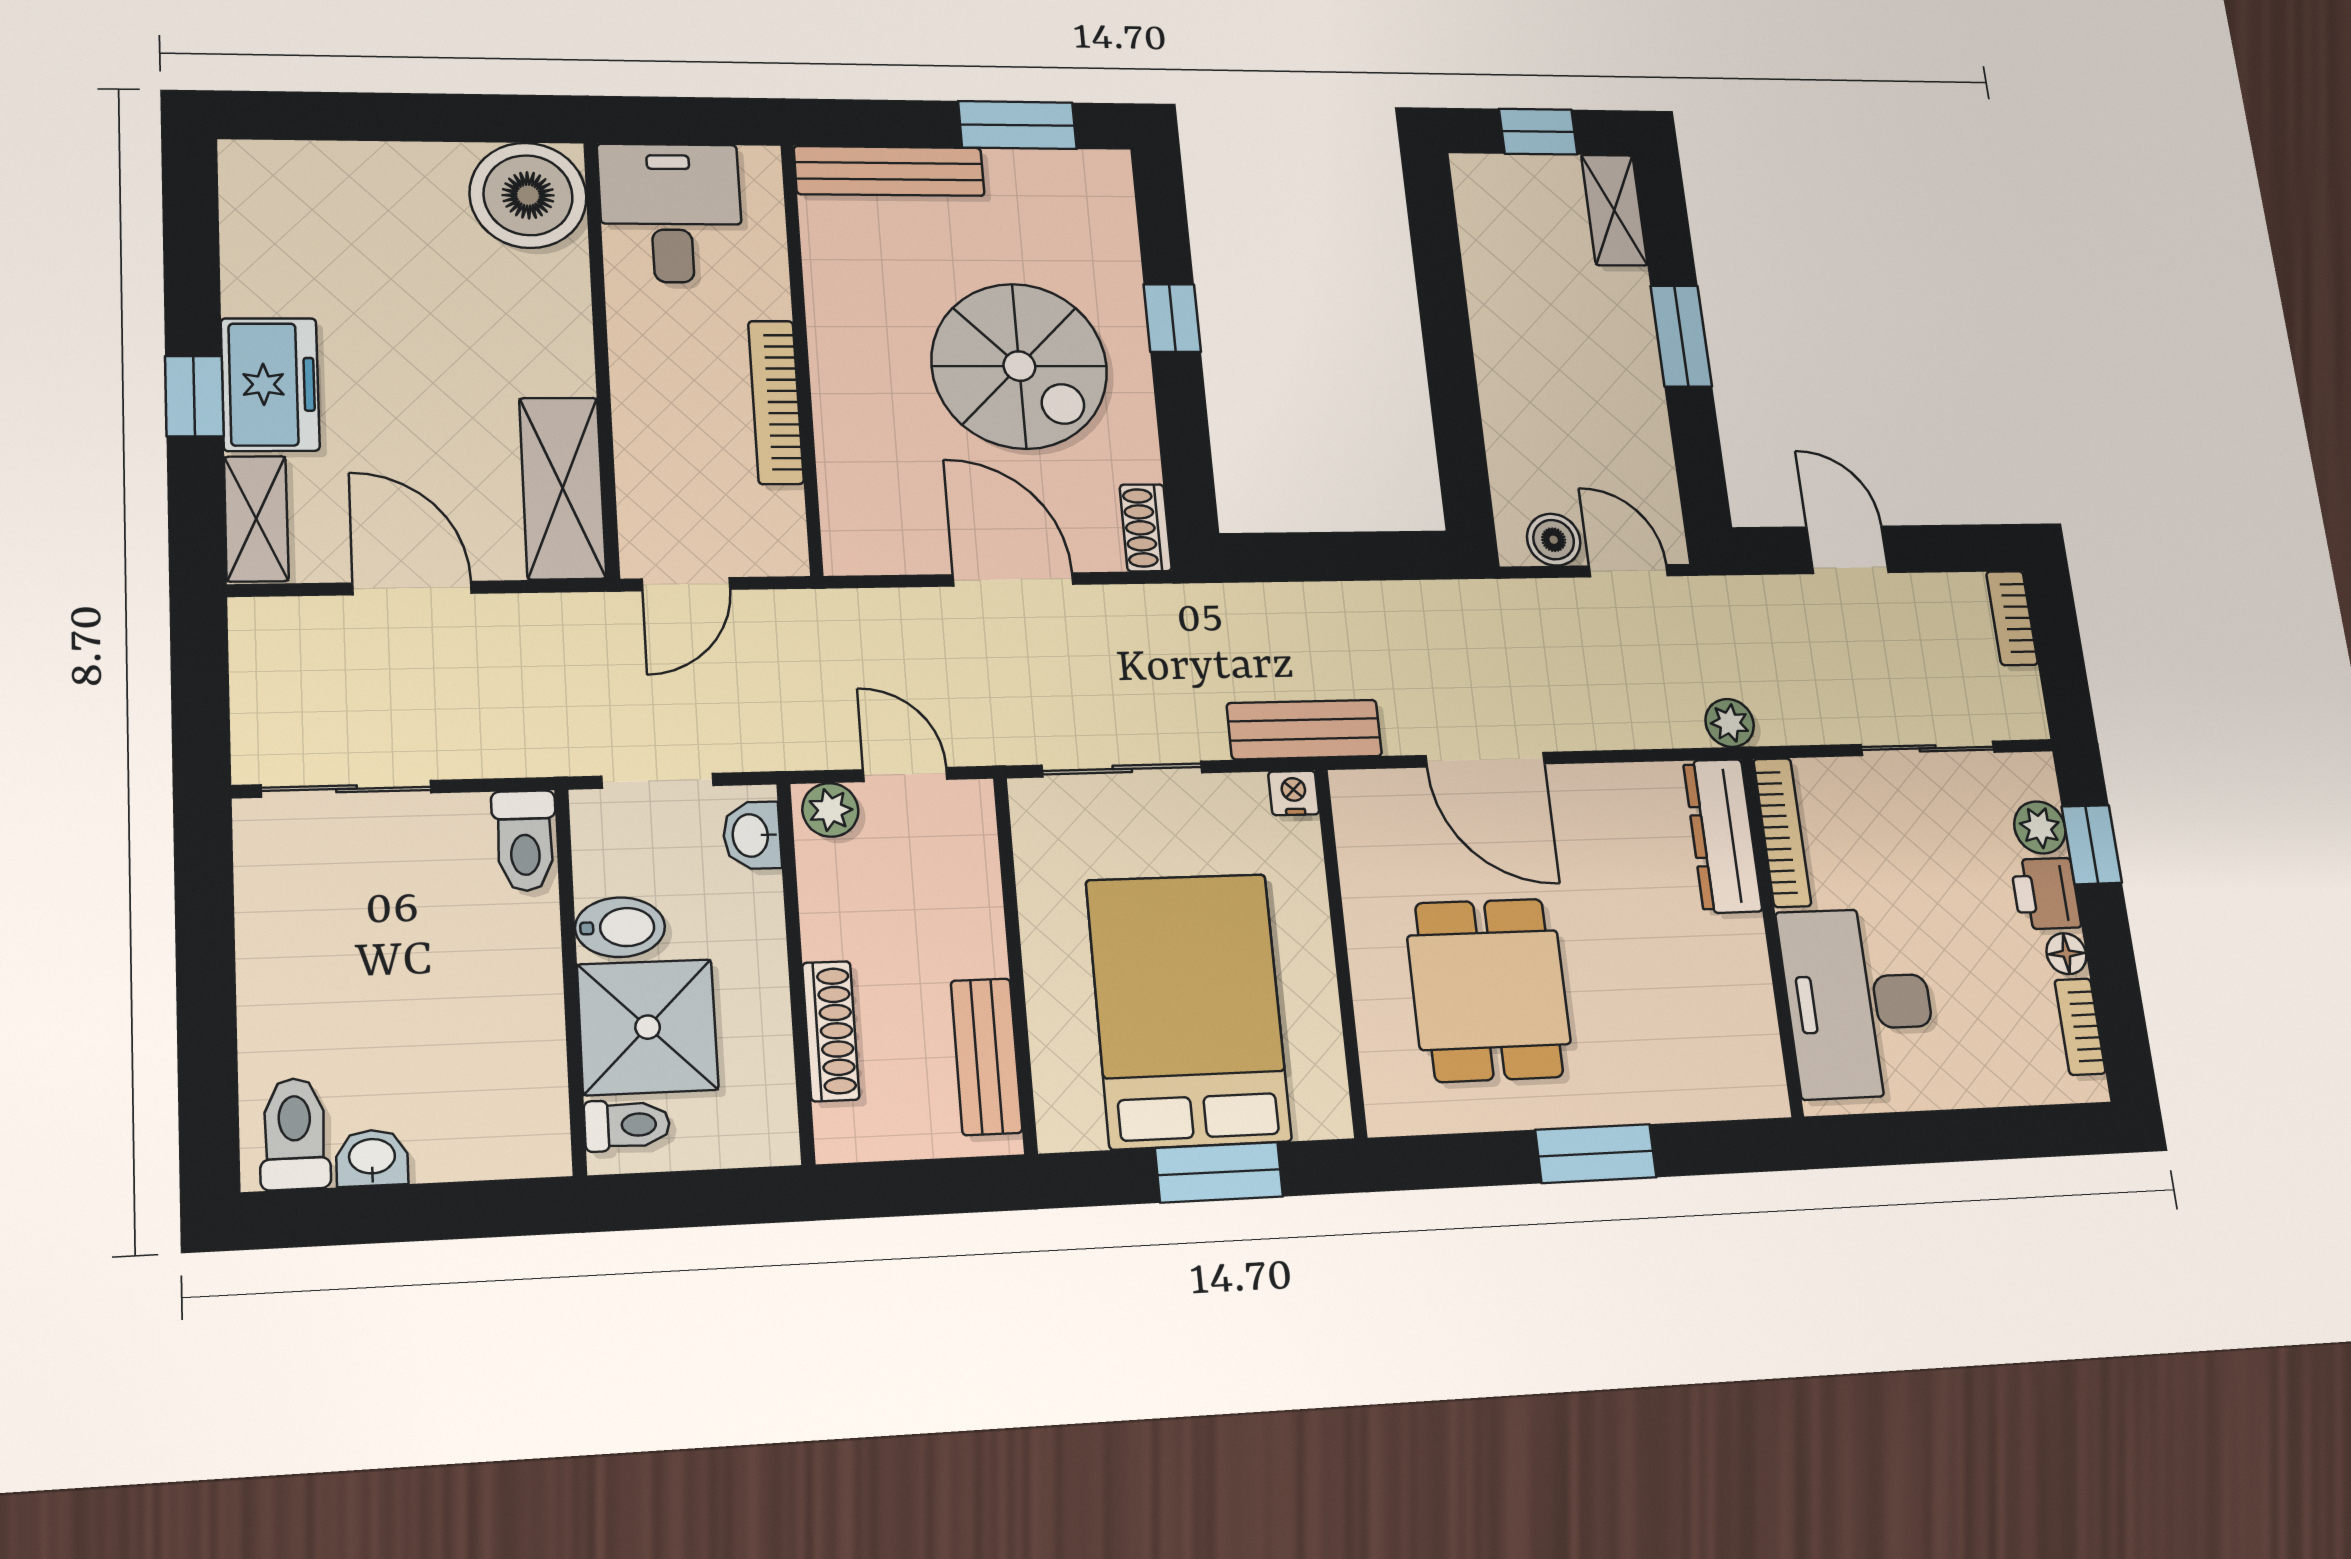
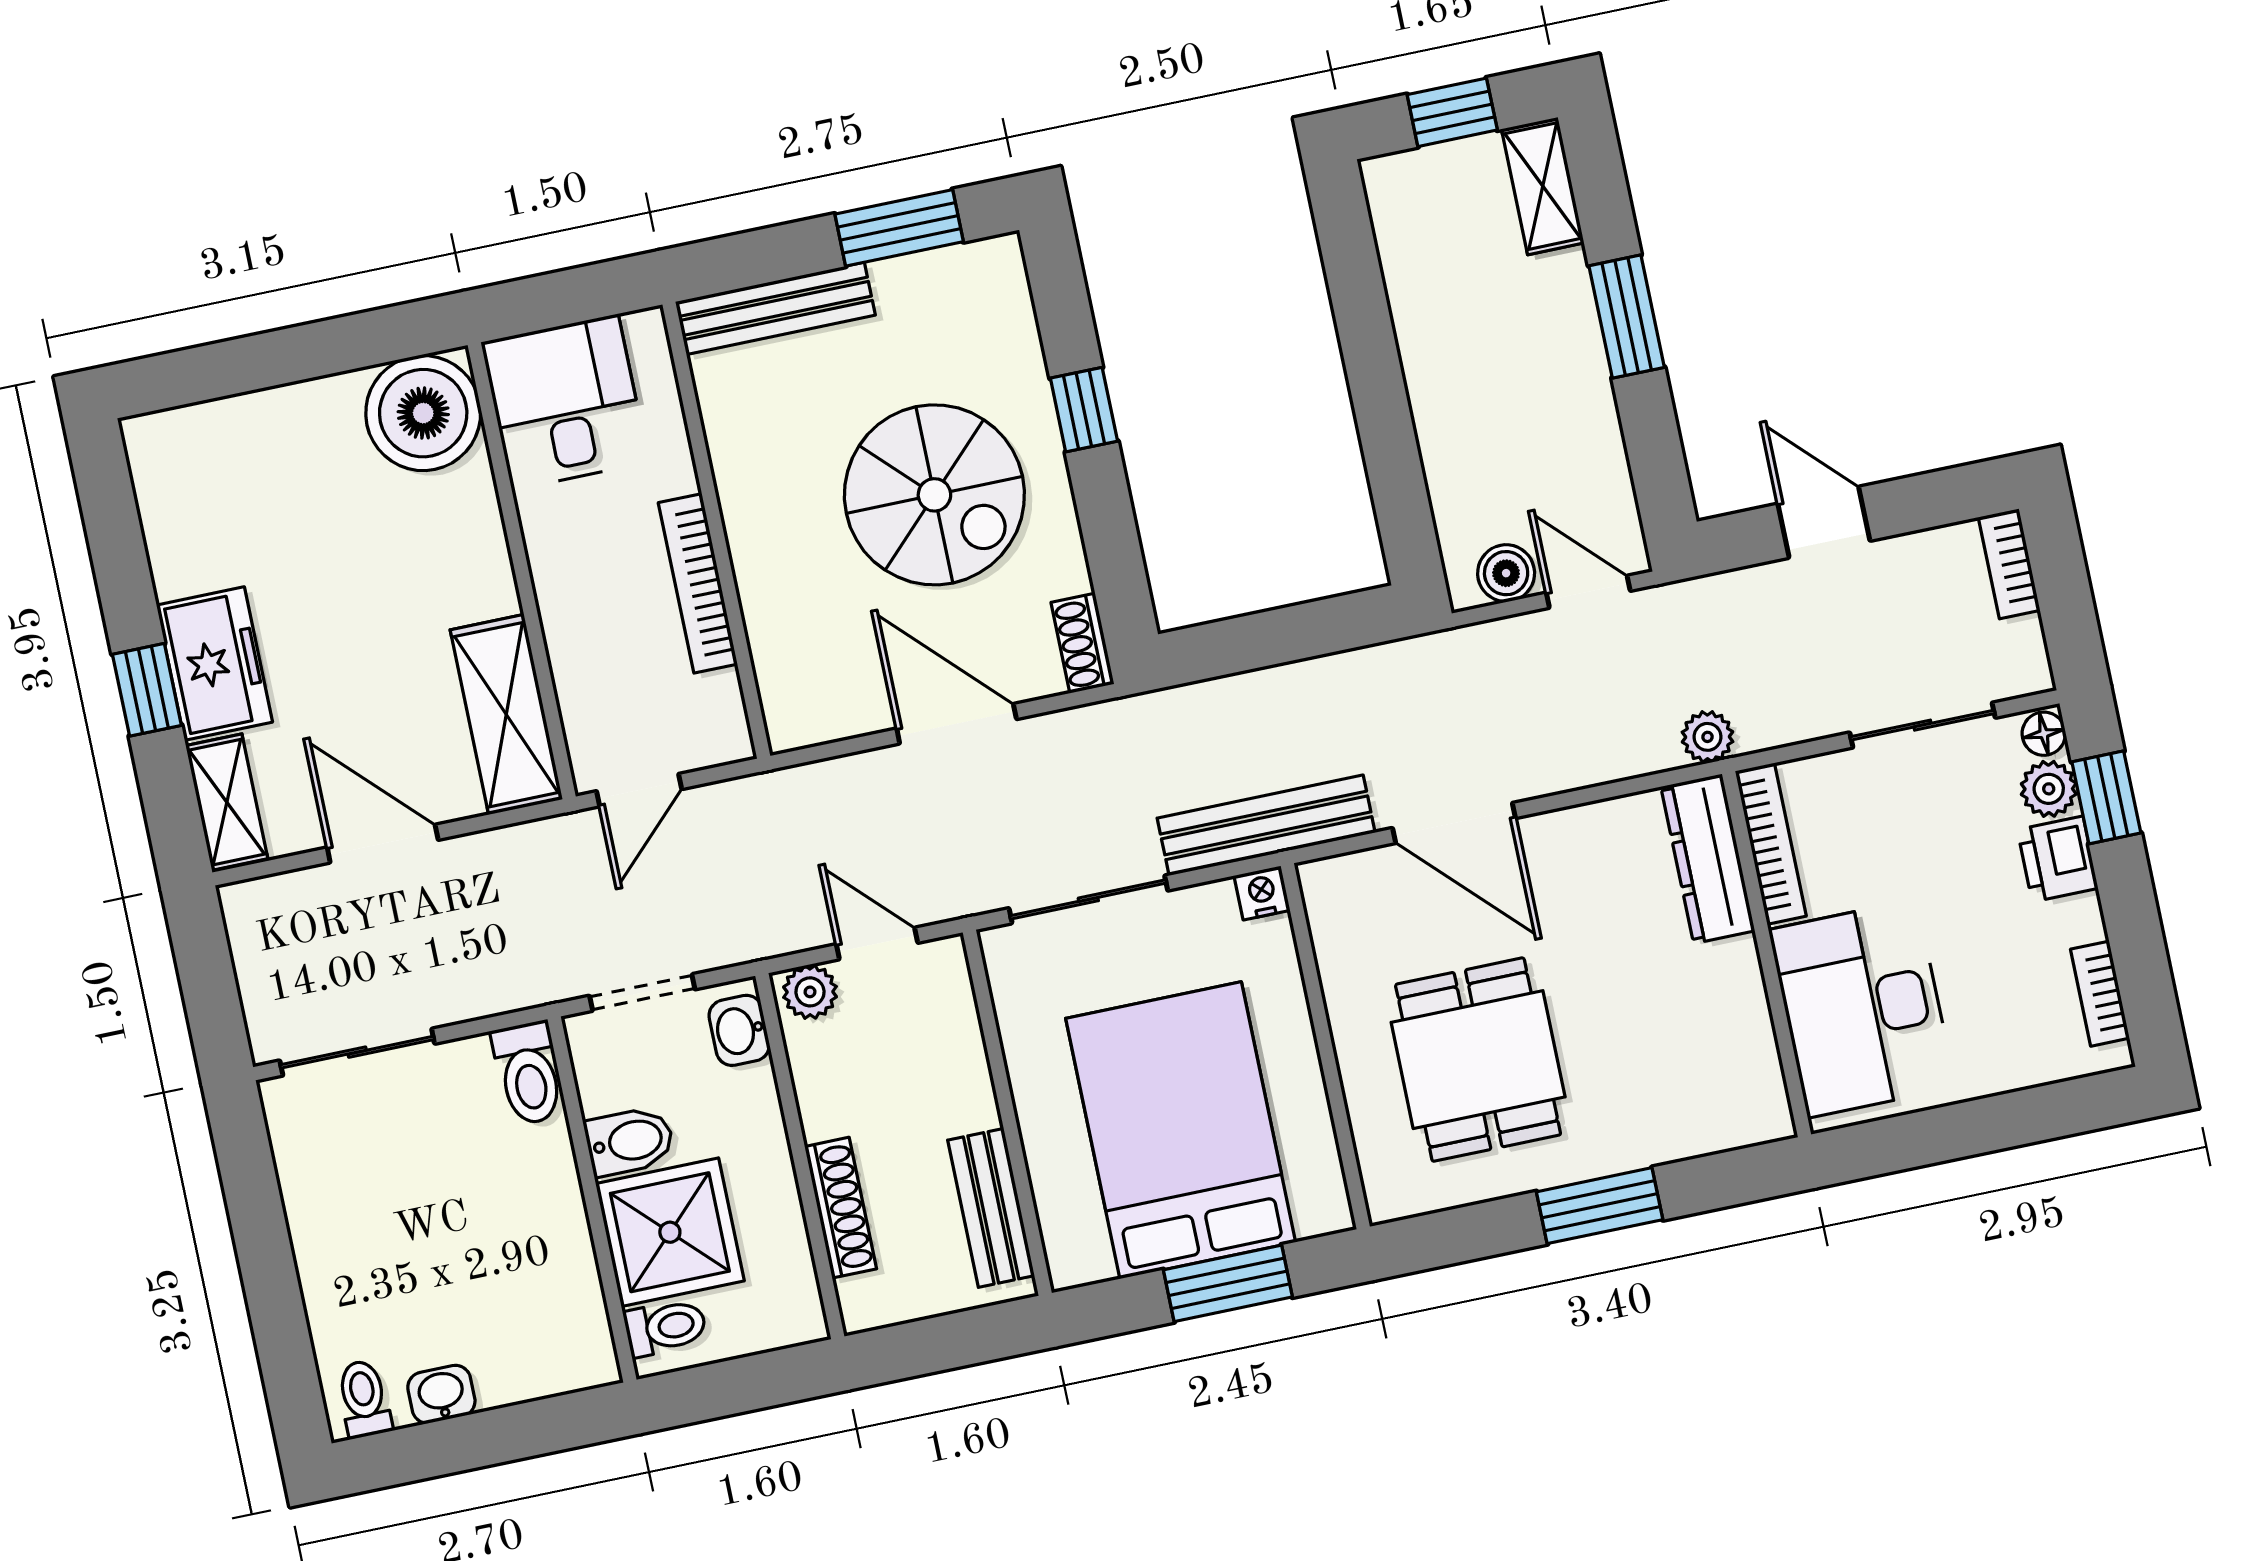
bench: (1304, 730) -> (1266, 825), width x1.36
floor lamp: (2066, 954) -> (2044, 734), moved
toilet: (295, 1134) -> (364, 1399), width x0.73, depth x0.72

